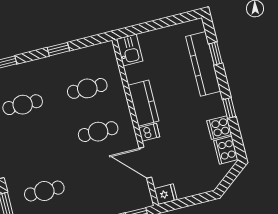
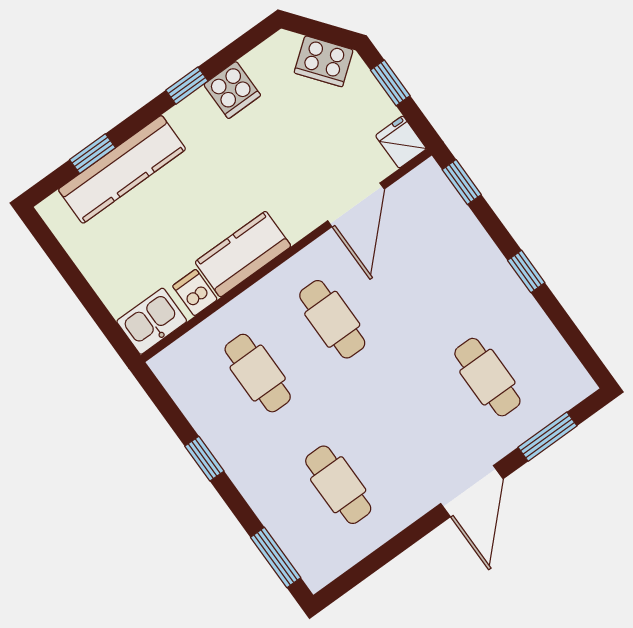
dishwasher: (149, 132) -> (195, 293), moved
cooker: (226, 150) -> (324, 61), moved, turned 52
window: (194, 200) -> (390, 83), added

